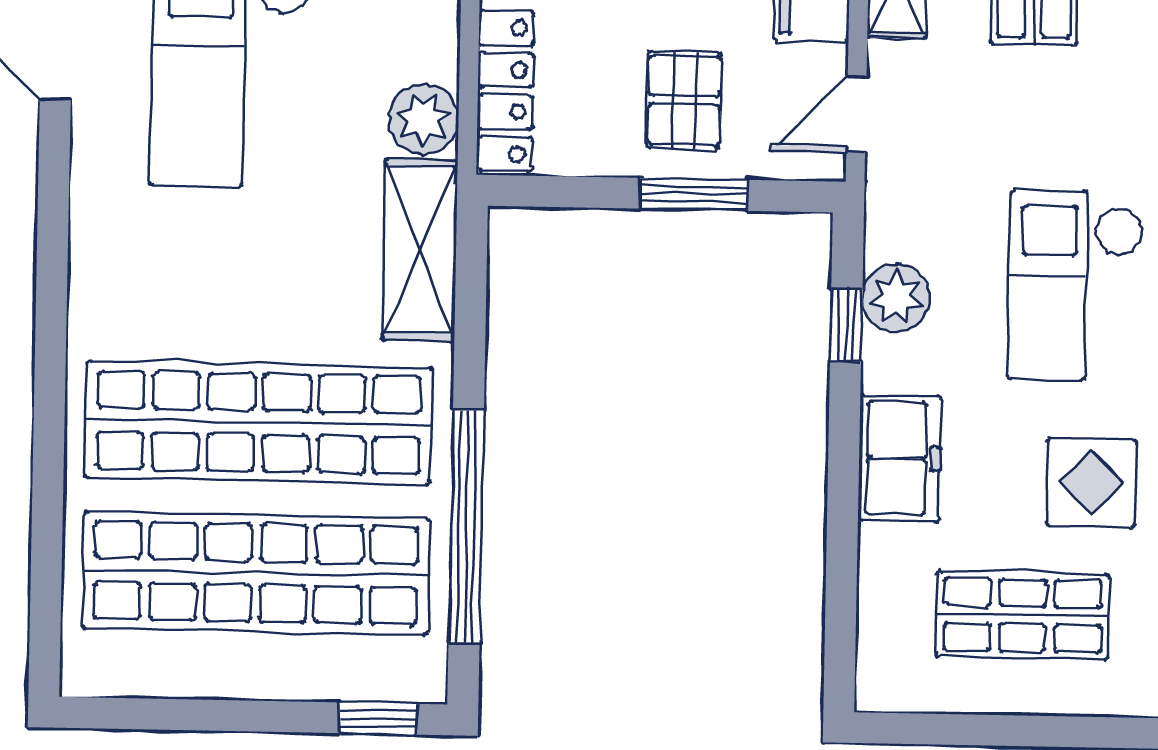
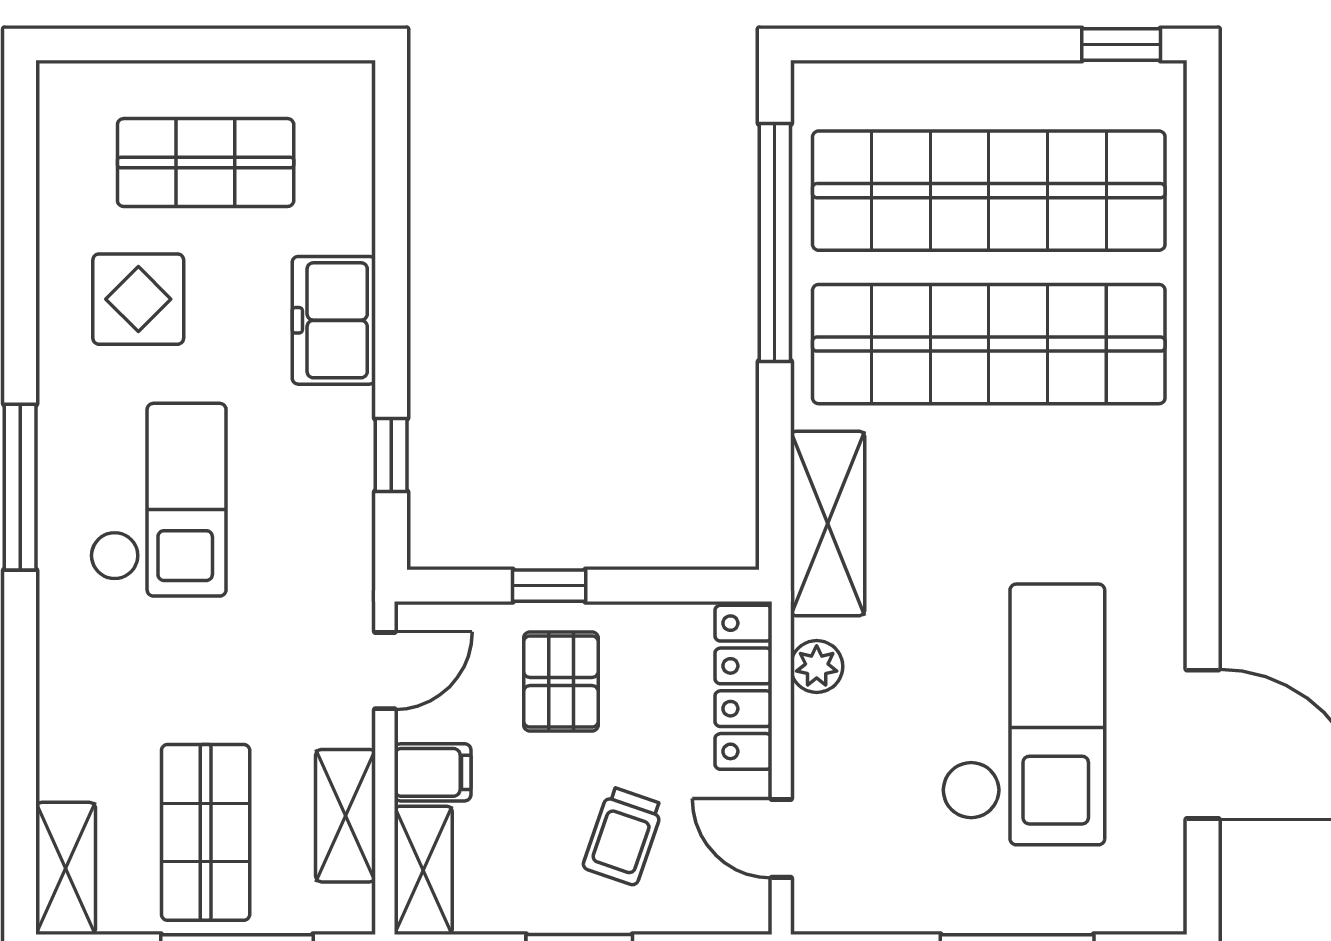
plant: (424, 119) -> (817, 666), width x0.73, depth x0.73
window: (694, 194) -> (549, 586), width x0.67
plant: (896, 298) -> (341, 484), removed
window: (378, 718) -> (1121, 45), moved

